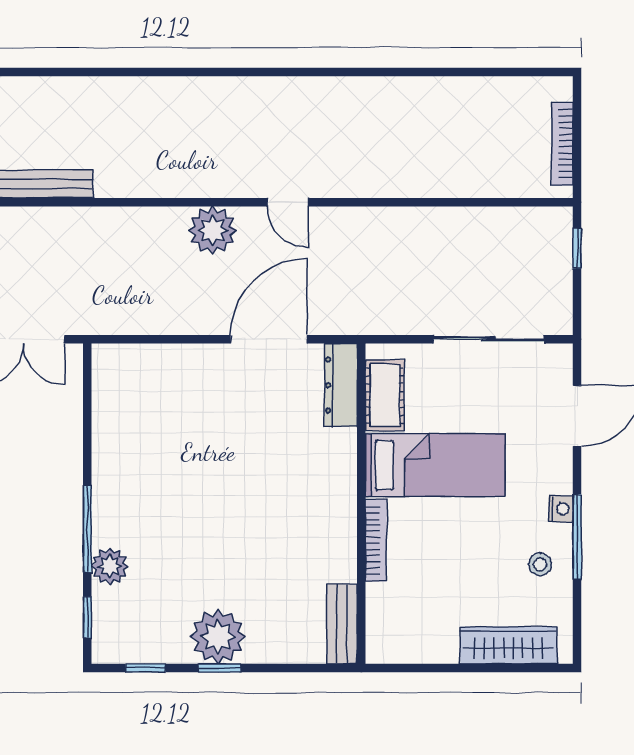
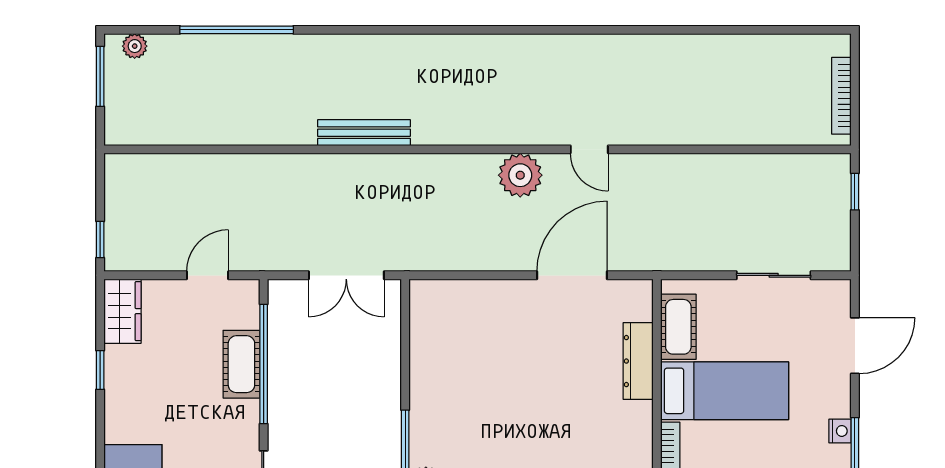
sliding door: (489, 339) -> (774, 275), width x0.73
dresser: (341, 385) -> (638, 361), moved

